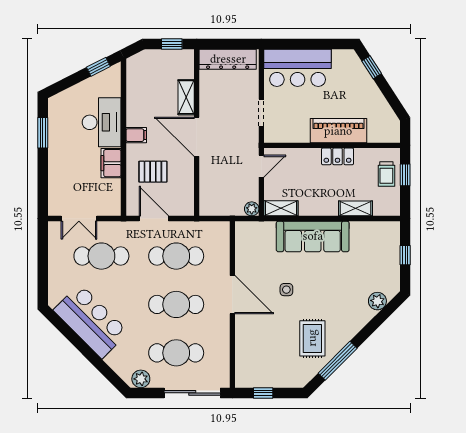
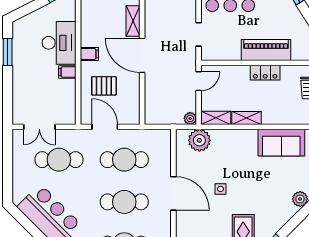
filing cabinet: (111, 163) -> (67, 72), width x0.50
shelving: (355, 208) -> (246, 118), moved
plant: (262, 234) -> (199, 140), added
sofa: (313, 236) -> (281, 143), moved, width x0.73

